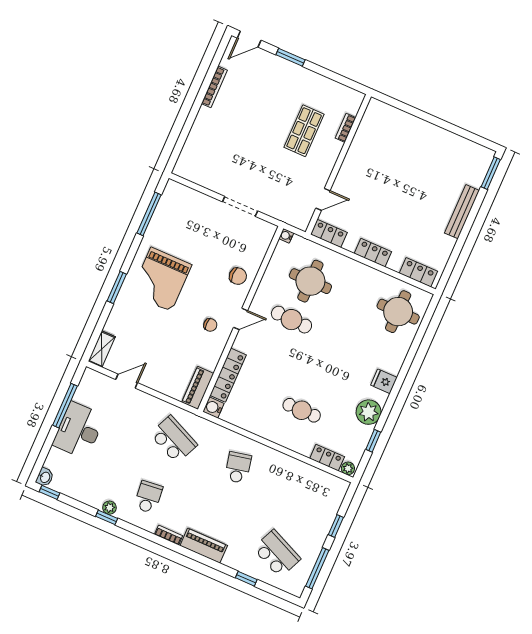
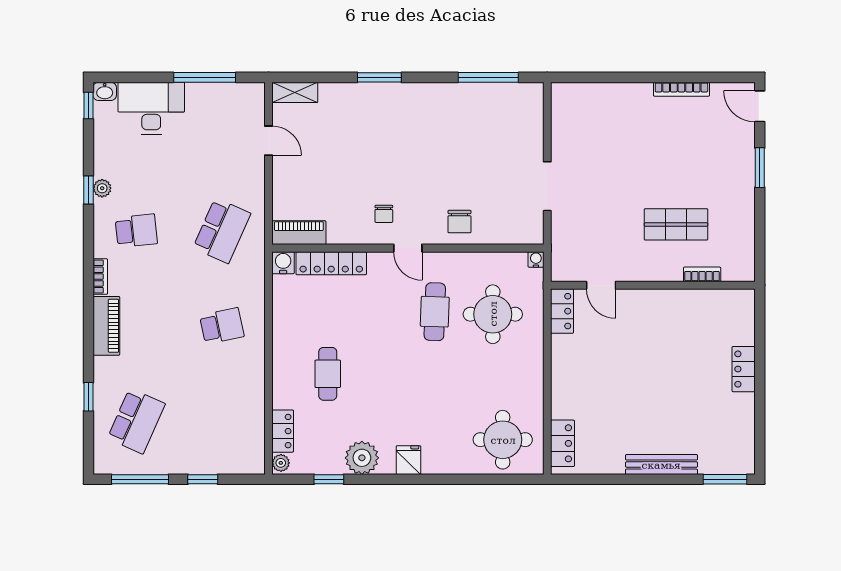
locker: (373, 253) -> (744, 369), moved, turned 180
grand piano: (161, 279) -> (414, 128), removed
desk: (79, 430) -> (151, 108), moved

